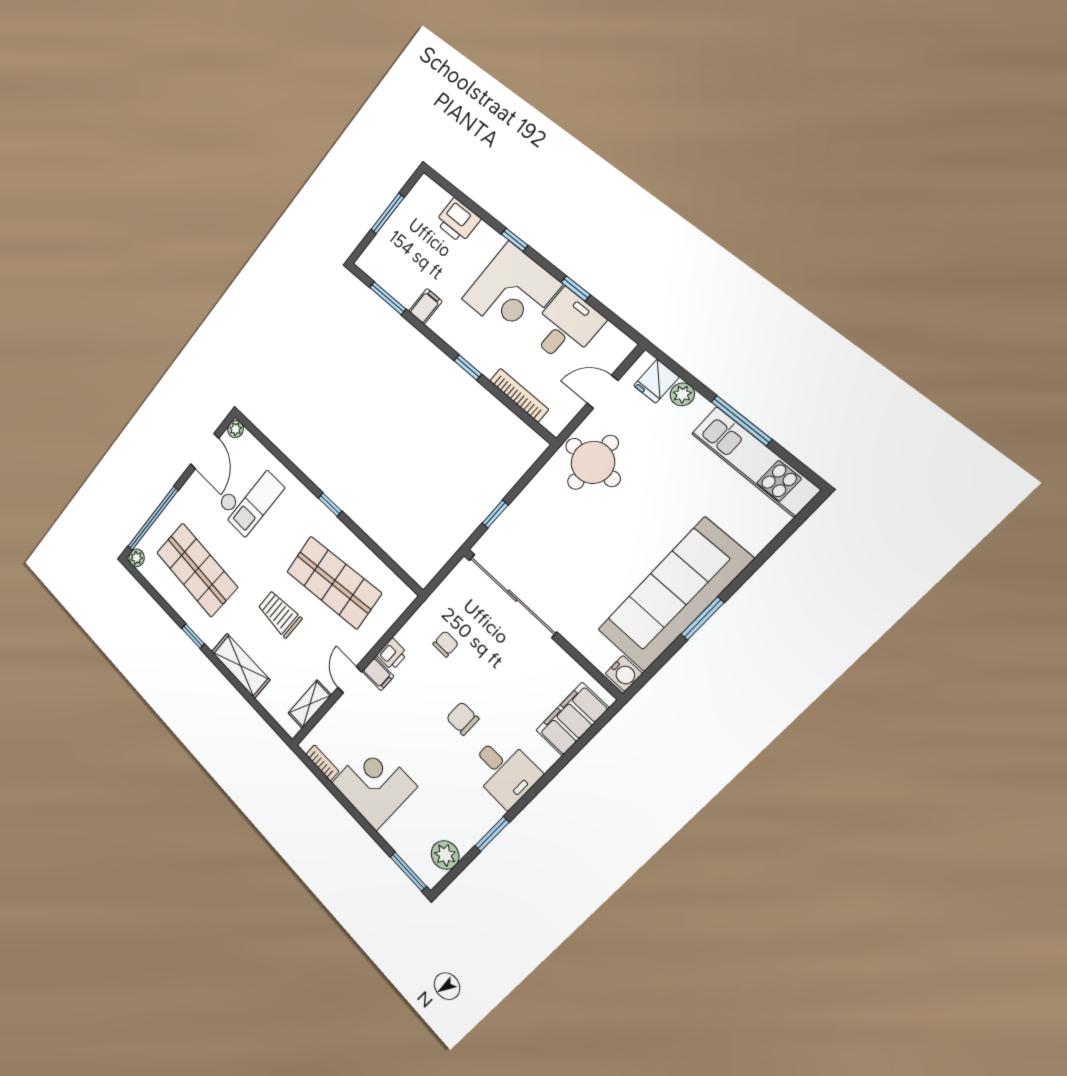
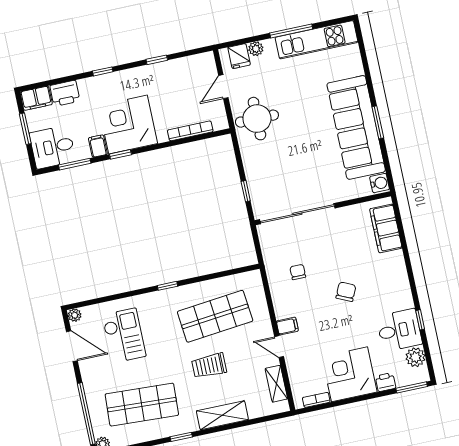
filing cabinet: (429, 195) -> (36, 98), added
corner desk: (511, 292) -> (128, 125), moved, turned 180
desk: (566, 327) -> (53, 147), moved, turned -90
window: (468, 367) -> (120, 154), moved
printer: (392, 654) -> (385, 382), moved, turned -90
chair: (463, 718) -> (346, 292), turned 115
desk: (504, 771) -> (399, 330), moved
window: (492, 834) -> (420, 320), width x0.67

